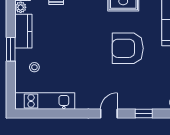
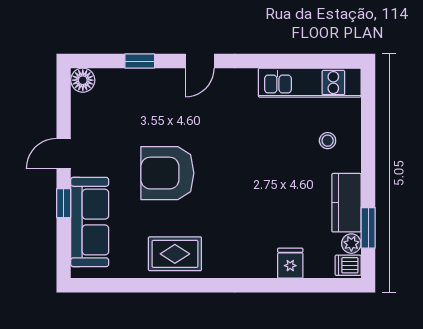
armchair: (128, 48) -> (167, 173), turned 180
window: (11, 49) -> (368, 228), moved

